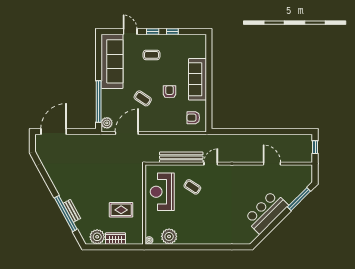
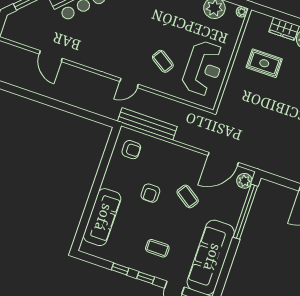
sofa: (197, 79) -> (102, 217), moved
bench: (181, 157) -> (147, 124), moved

